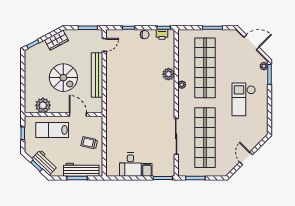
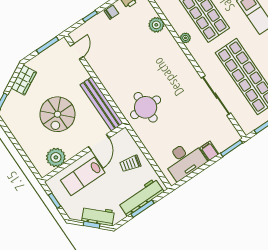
plant: (168, 74) -> (156, 25), moved
bench: (97, 75) -> (102, 104), moved
spiral stairs: (63, 78) -> (57, 114), turned 90
round table: (124, 113) -> (146, 107), added
door: (78, 115) -> (99, 142), swing flipped
desk: (130, 165) -> (184, 160), width x1.37

